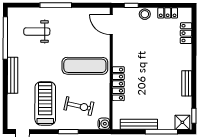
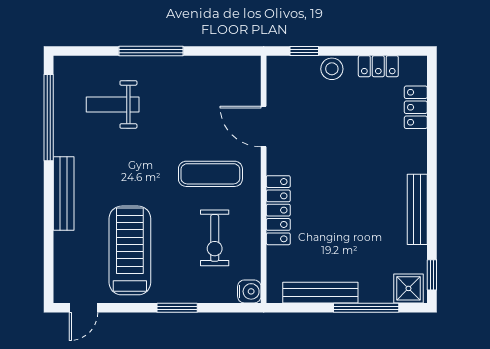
door: (111, 25) -> (264, 126), moved
exercise mat: (85, 66) -> (210, 174), width x0.73, depth x0.69
bench: (187, 83) -> (417, 209), width x1.36
exercise bike: (79, 106) -> (215, 238), moved, turned 78

